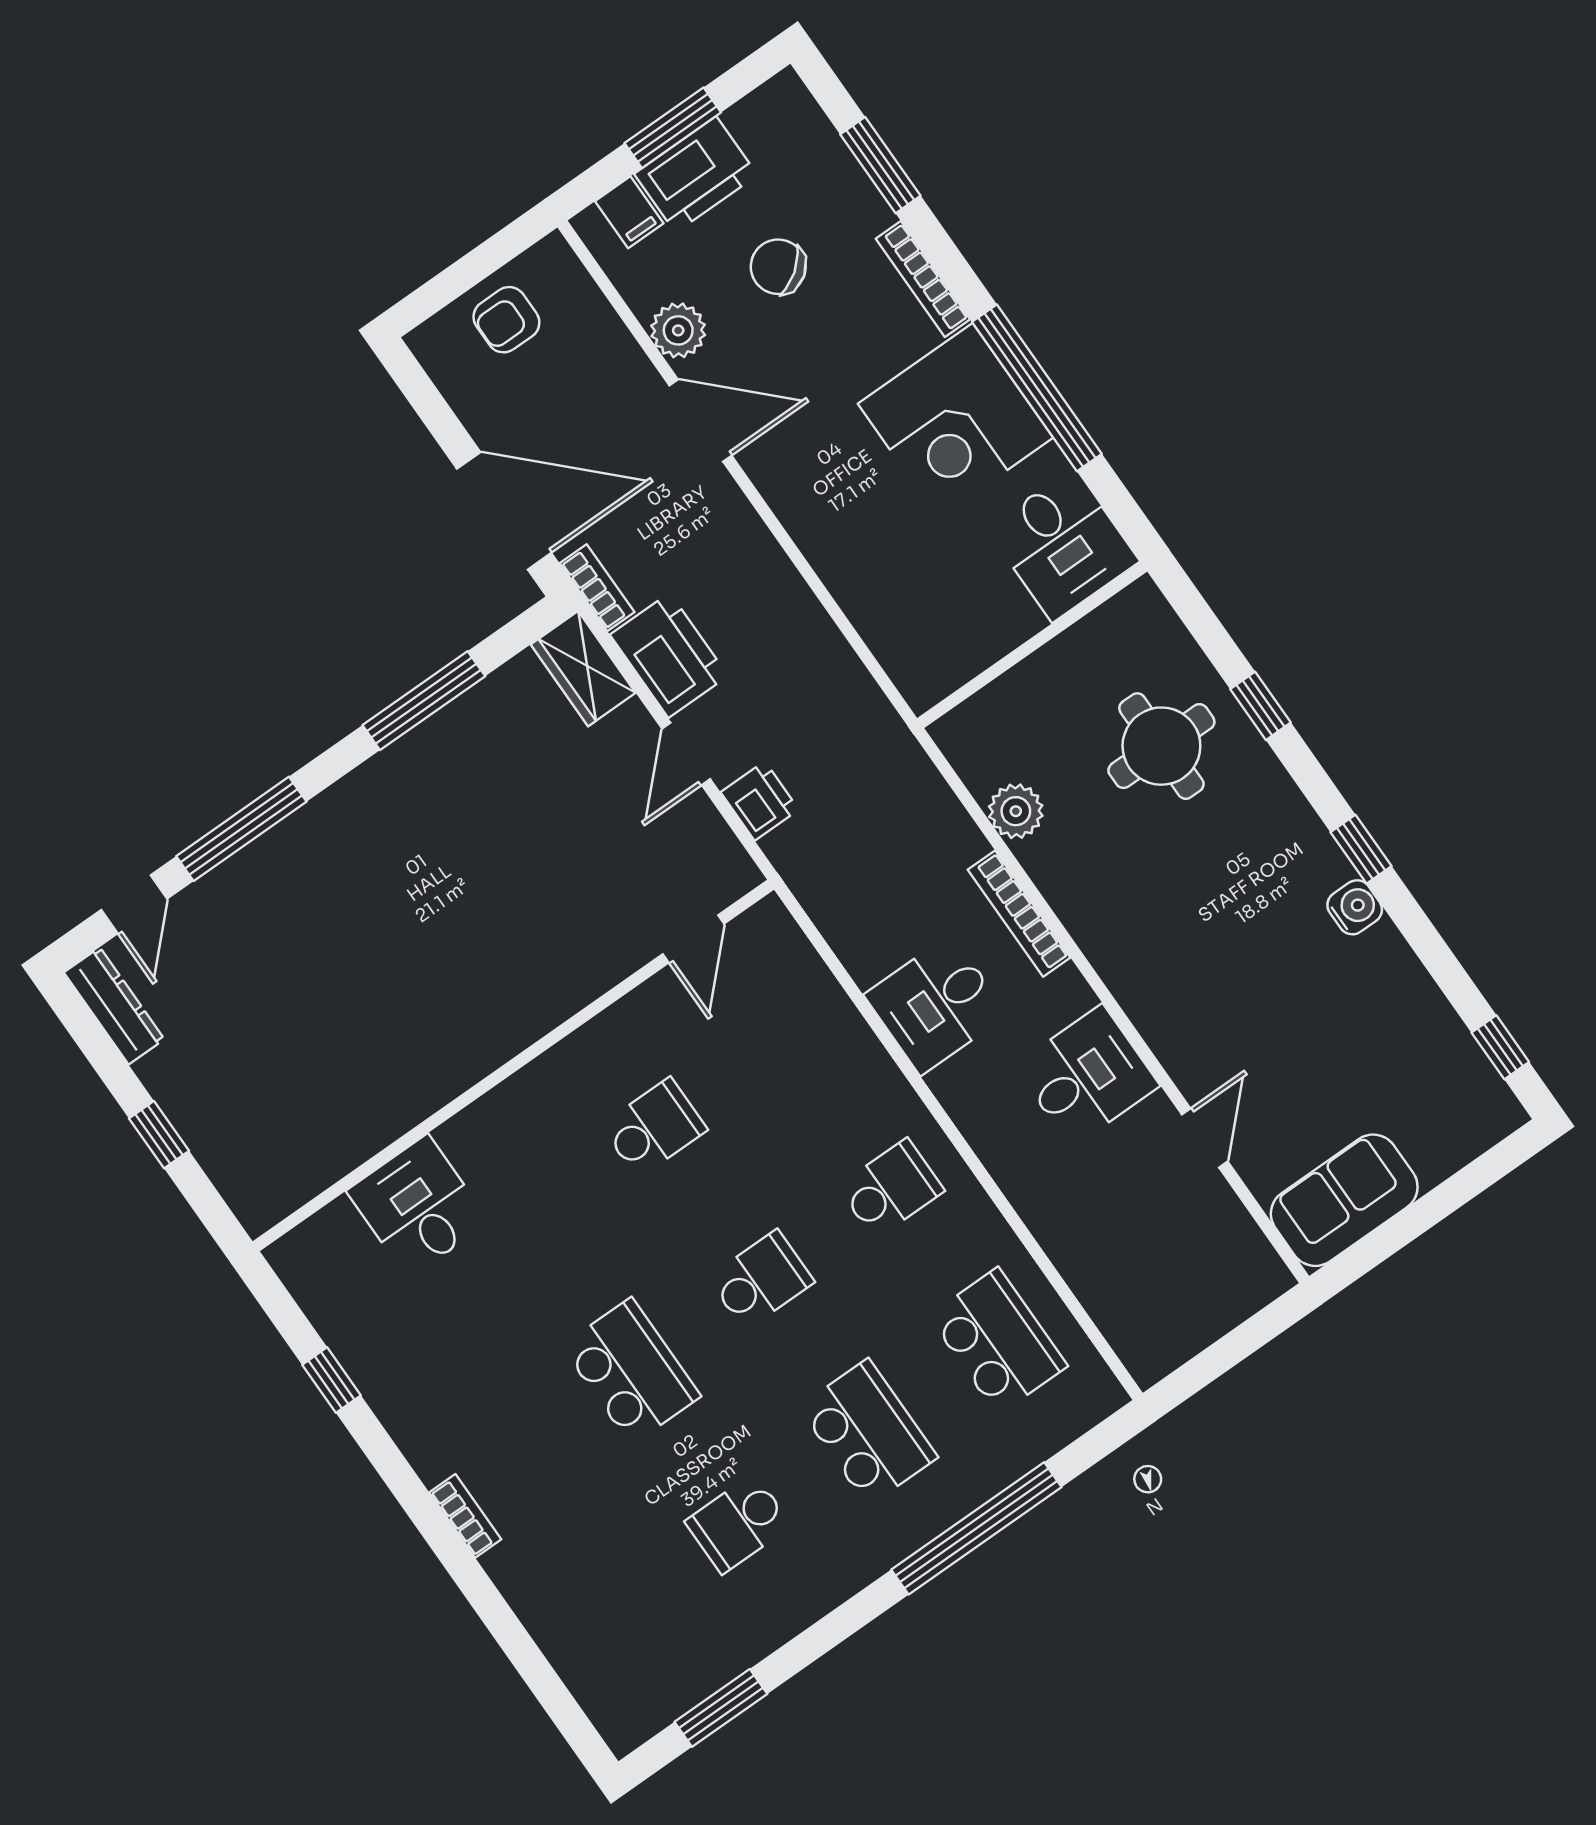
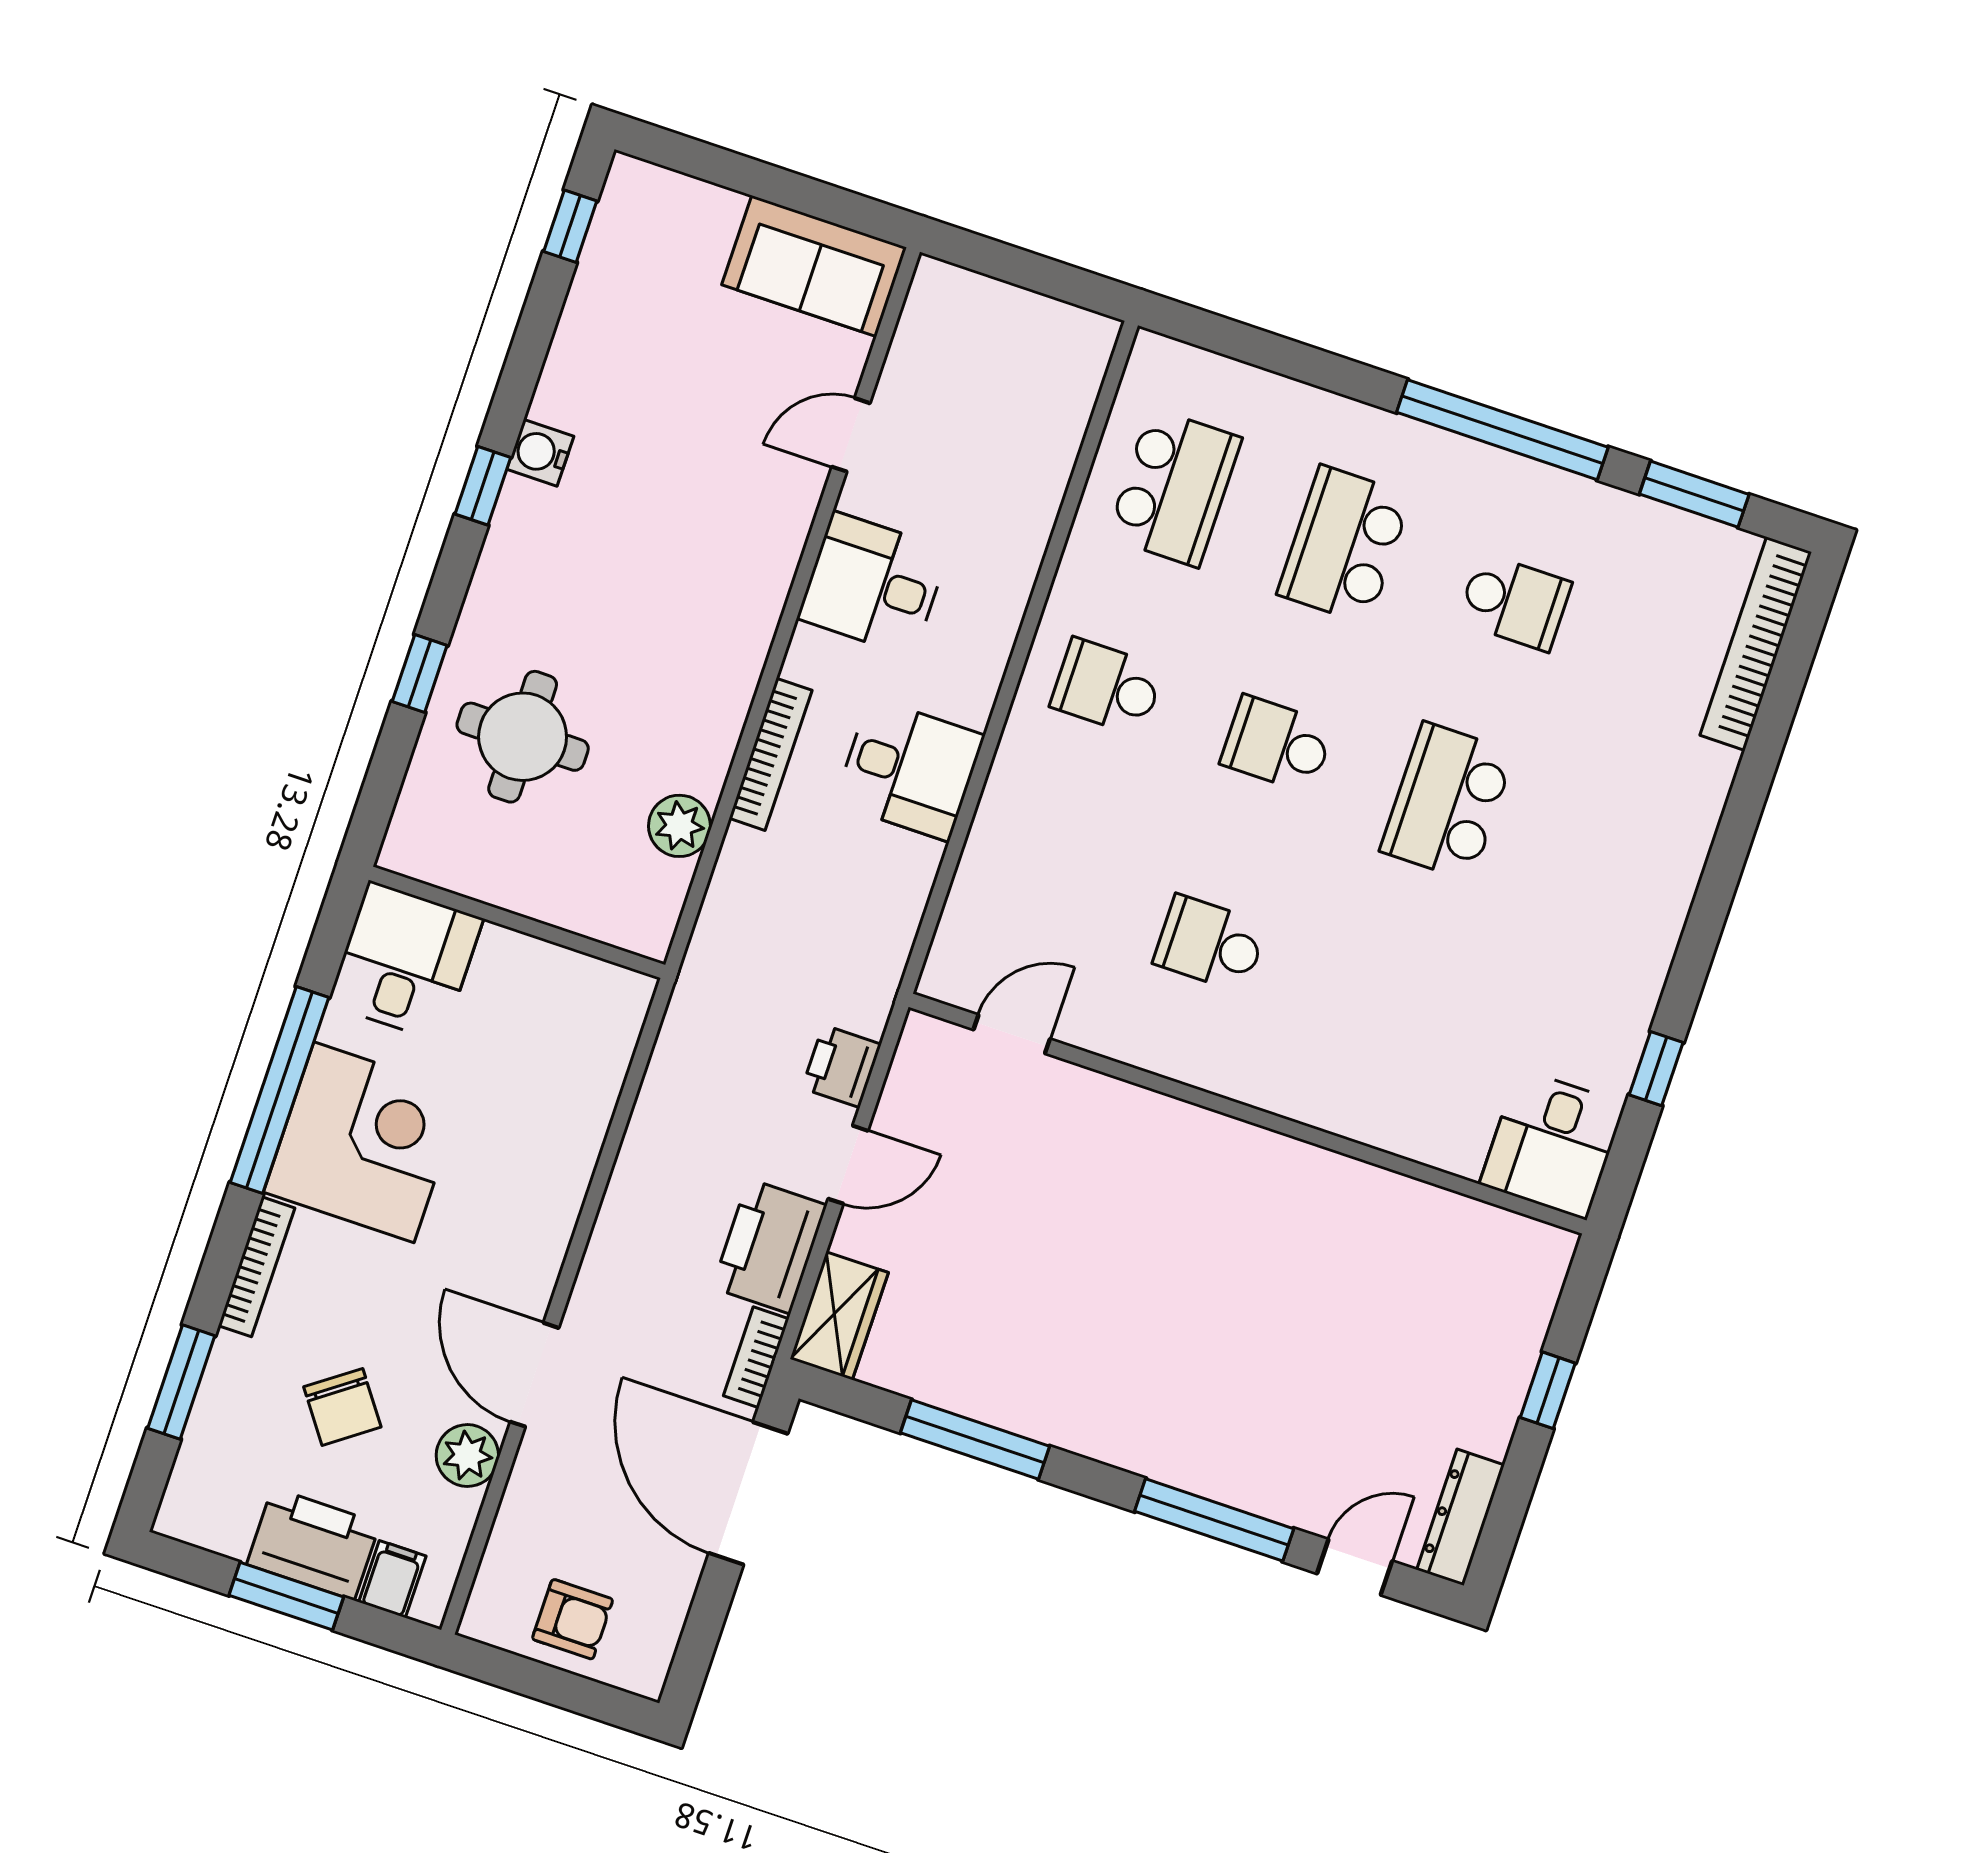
desk: (418, 1206) -> (1552, 1144), moved
school desk: (998, 1341) -> (1174, 488), turned 180
bookcase: (465, 1516) -> (1756, 644), moved, width x2.31, depth x1.31
window: (976, 1528) -> (1502, 430), moved

